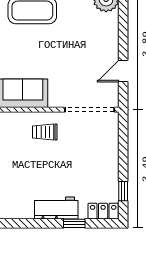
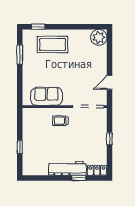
window: (123, 191) -> (109, 139), moved
workbench: (56, 208) -> (67, 168), width x1.38

